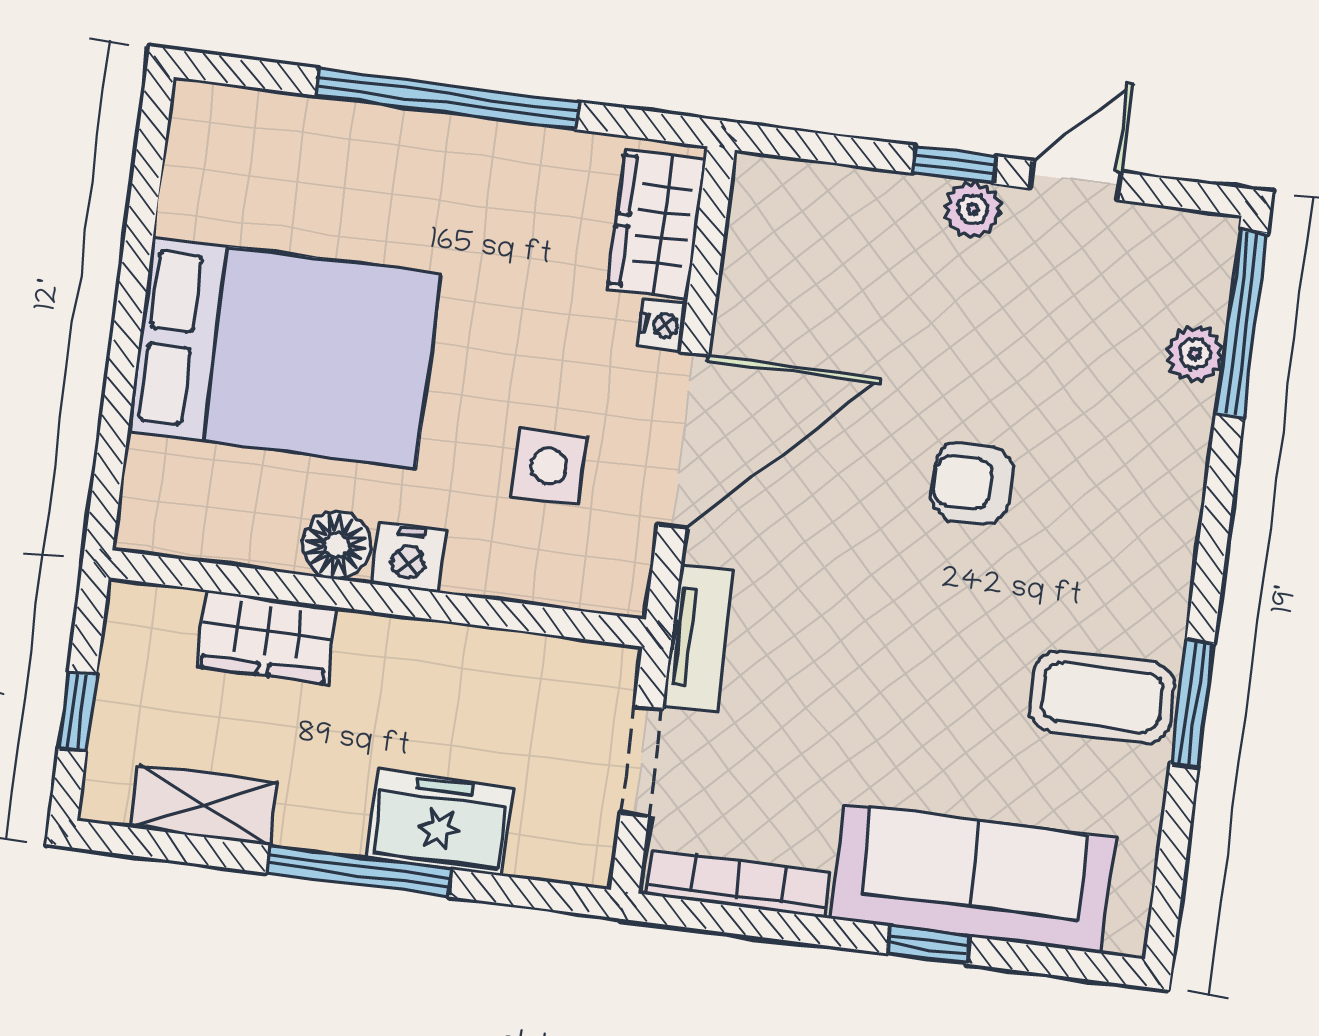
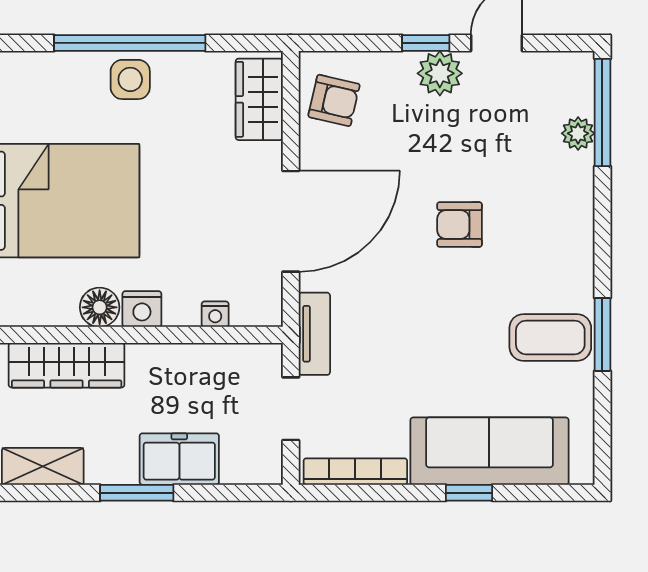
plant: (973, 209) -> (440, 73), width x1.38, depth x1.38
armchair: (784, 243) -> (334, 100), added
nightstand: (662, 325) -> (215, 314), moved, turned 90
side table: (549, 466) -> (130, 79), moved
wardrobe: (267, 637) -> (67, 365), width x1.50
window: (359, 871) -> (137, 493), width x0.69

